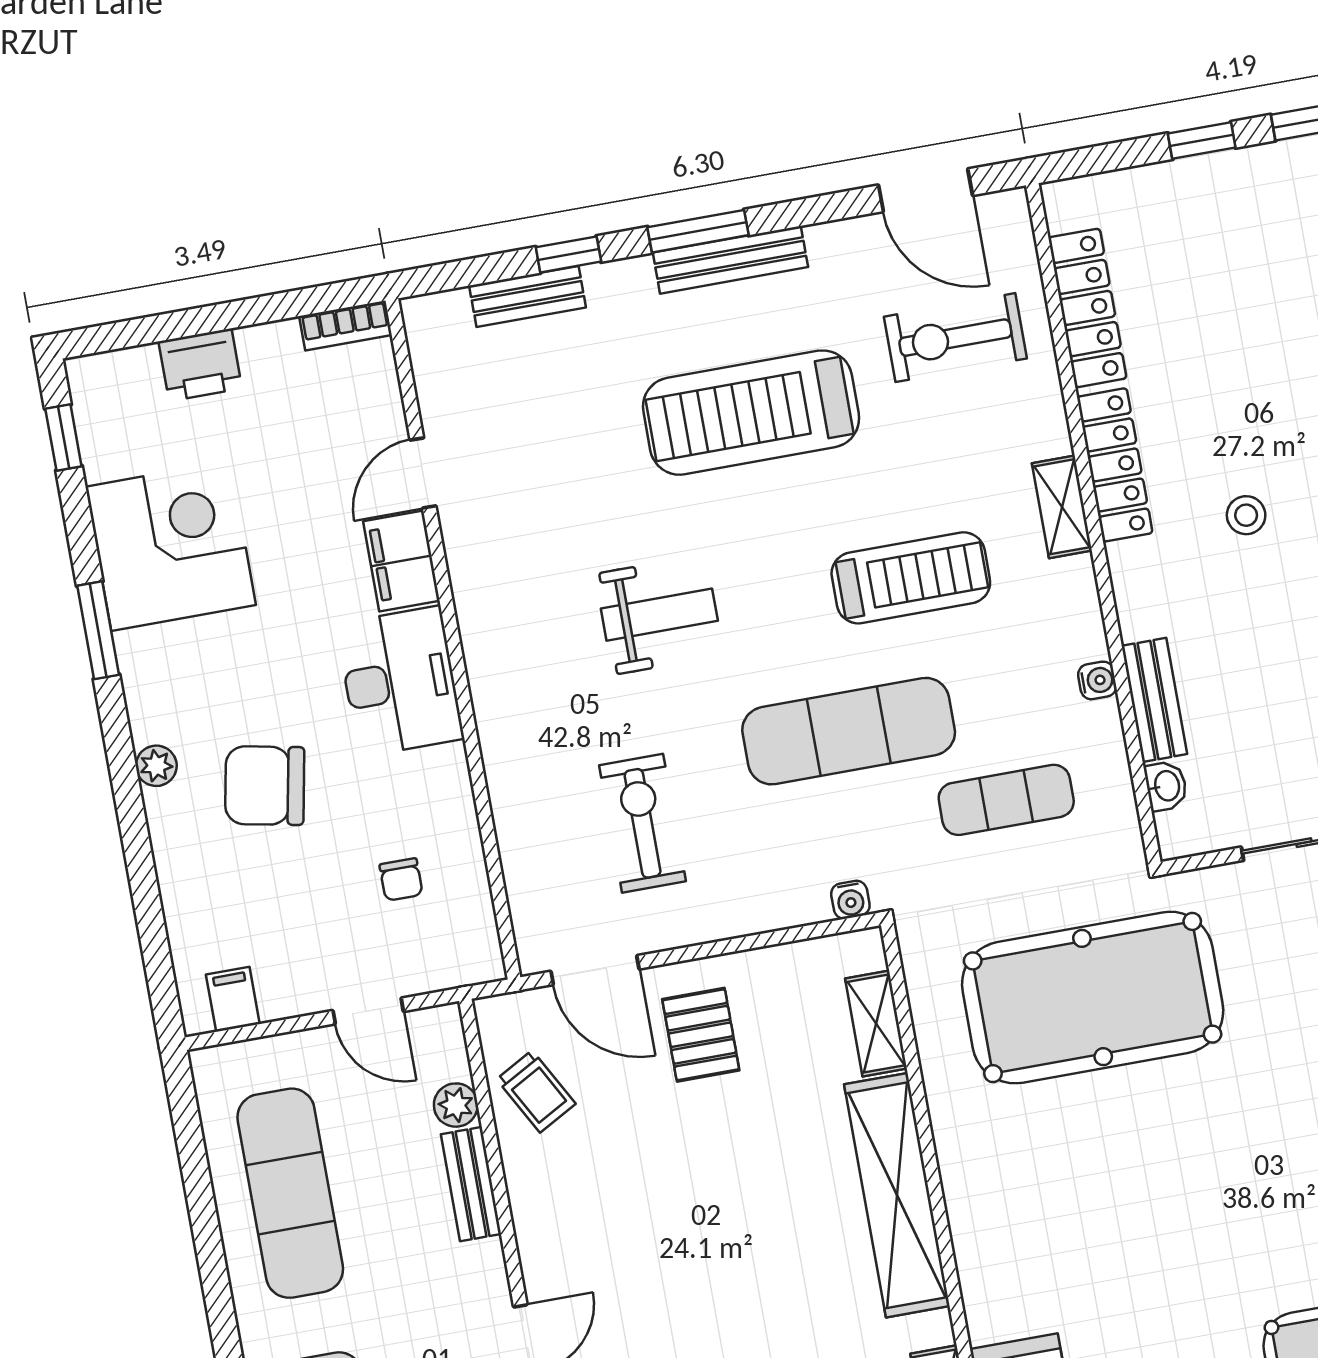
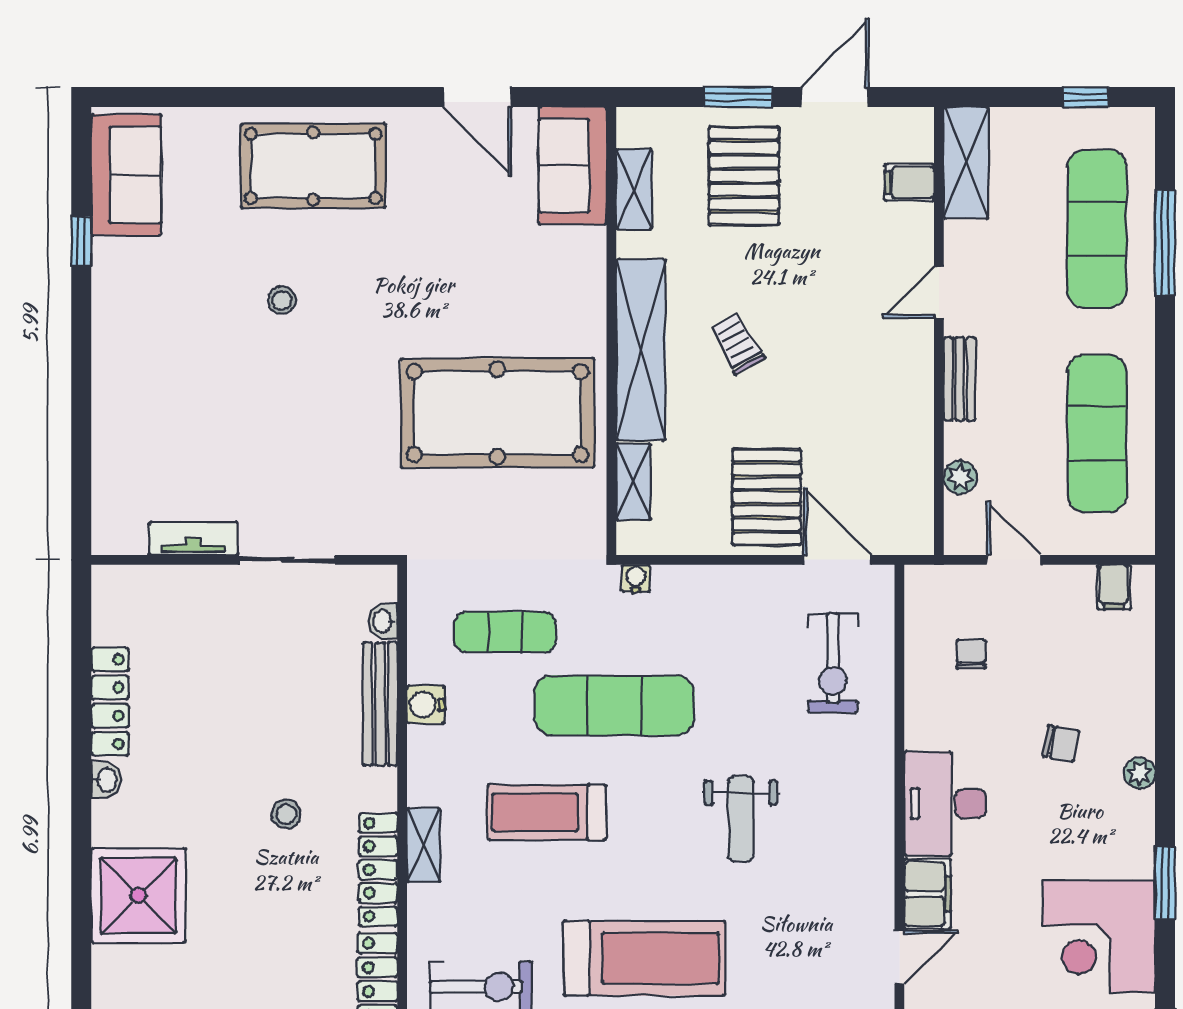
weight bench: (659, 615) -> (741, 819), turned -90
water cooler: (1097, 680) -> (426, 705), width x1.38, depth x1.38
bench: (1154, 700) -> (380, 704), width x1.36
chair: (265, 786) -> (1061, 743), width x0.54, depth x0.54
exercise bike: (643, 823) -> (833, 663), moved
pool table: (1093, 998) -> (497, 413), moved
pallet: (701, 1035) -> (767, 497), width x1.50, depth x1.42
trolley: (536, 1091) -> (737, 343), moved
bench: (471, 1184) -> (960, 379), moved

